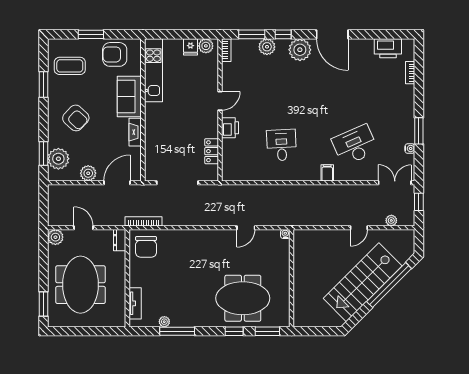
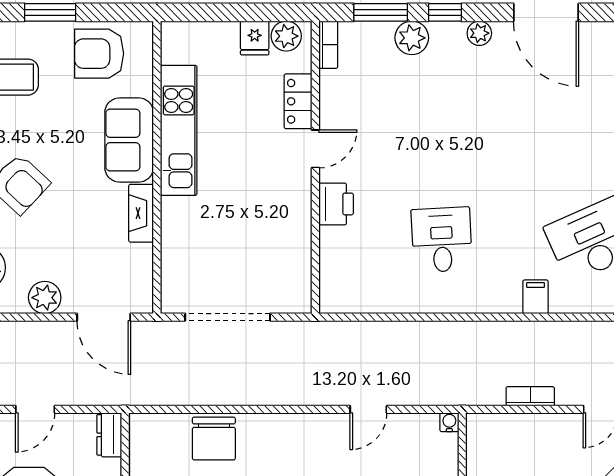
plant: (300, 50) -> (479, 33), width x0.53, depth x0.53
kitchen unit: (153, 70) -> (179, 130), moved
locker: (212, 151) -> (298, 101), moved
door: (117, 183) -> (104, 317), swing flipped
bookcase: (144, 221) -> (530, 396), moved, width x0.64
door: (84, 228) -> (35, 409), swing flipped
chair: (146, 247) -> (214, 439), moved

